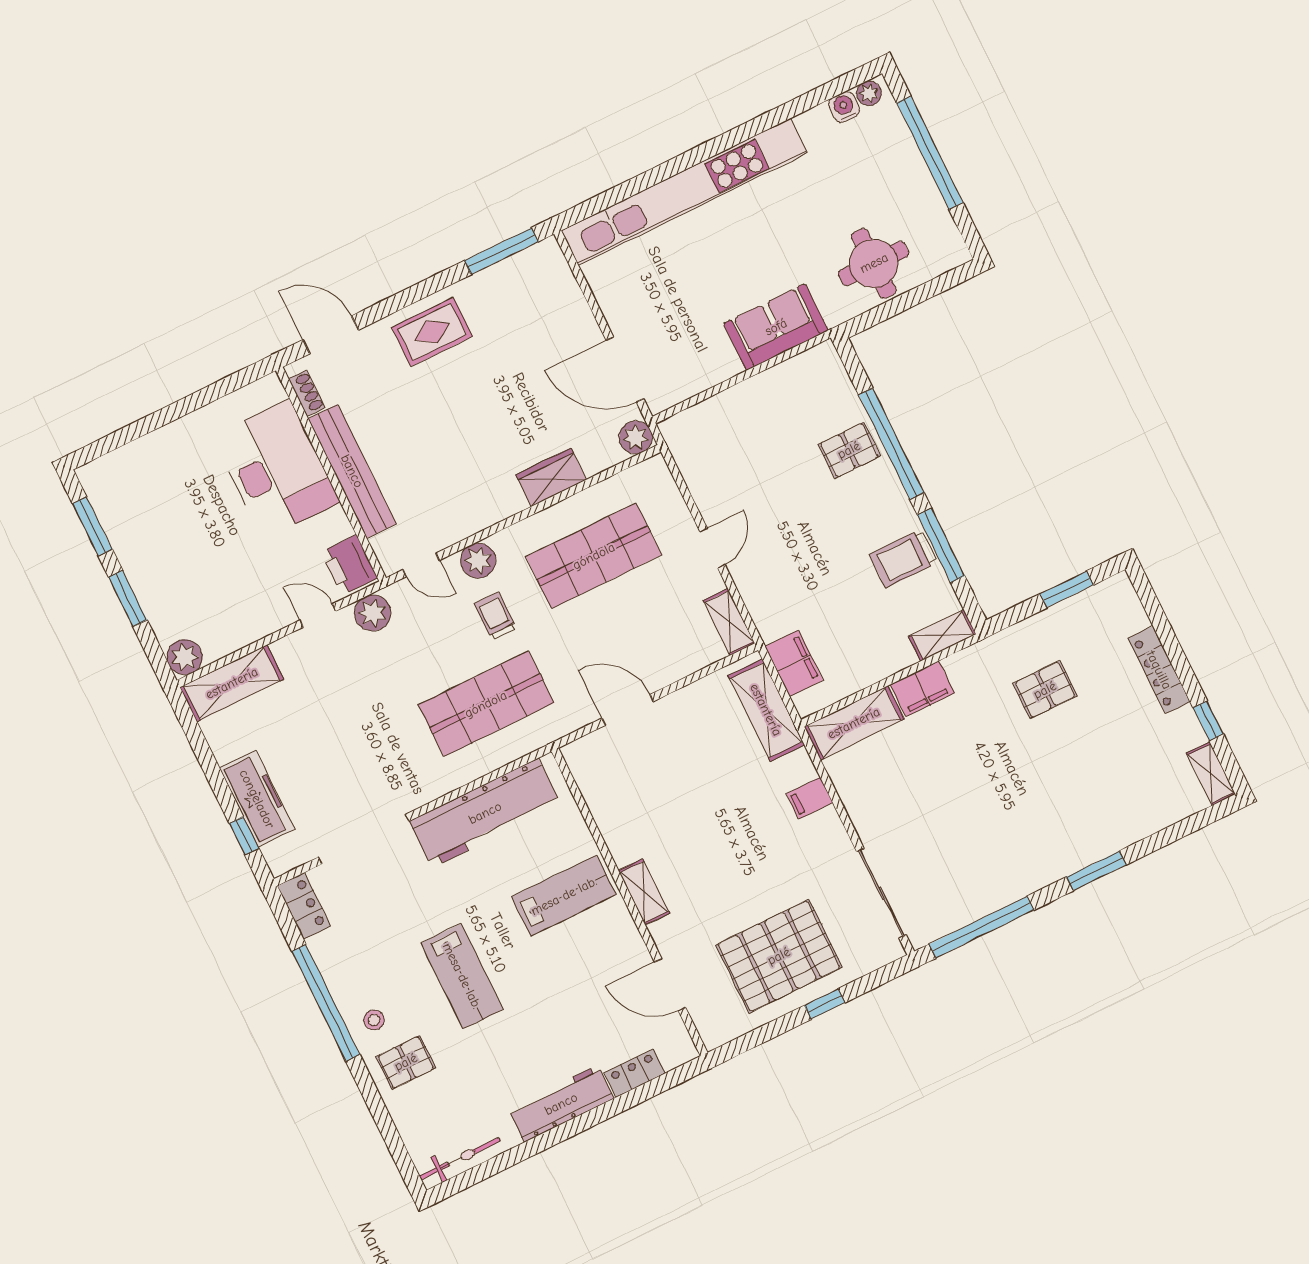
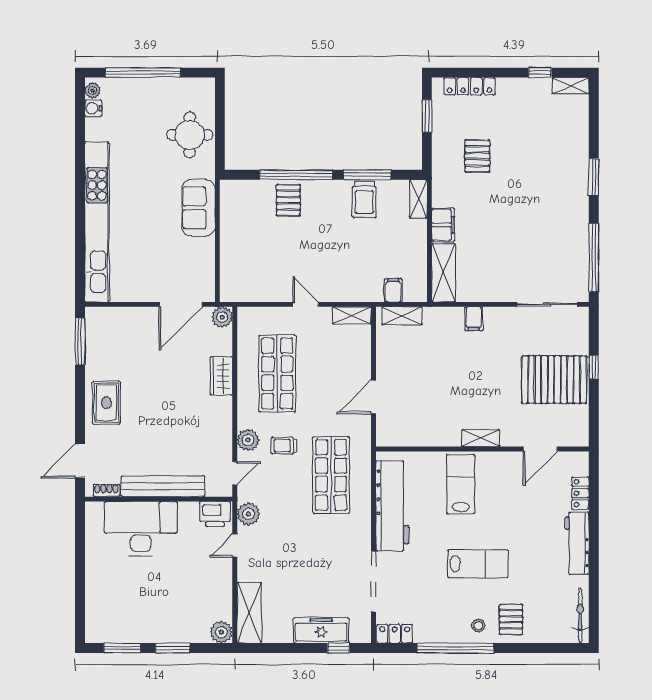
filing cabinet: (794, 663) -> (393, 290), width x0.50
locker: (1159, 670) -> (470, 86), moved
shelving: (766, 710) -> (402, 316), width x0.67, depth x0.75
pallet: (779, 956) -> (554, 380), turned 90

